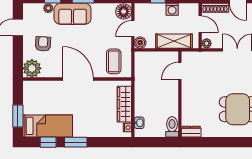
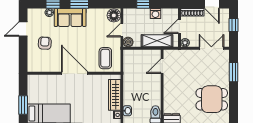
door: (200, 24) -> (179, 26), swing flipped
plant: (32, 68) -> (35, 64), removed

